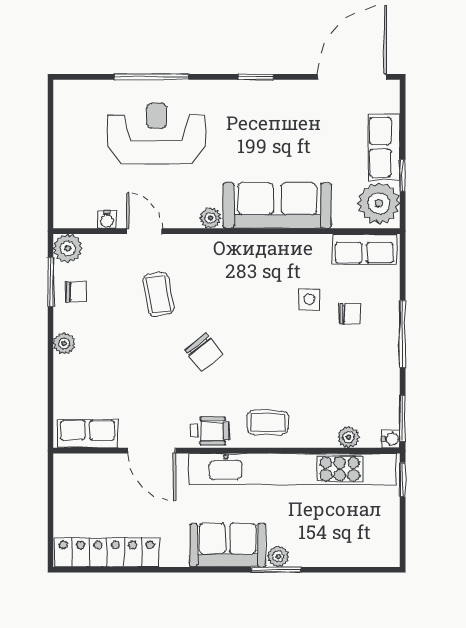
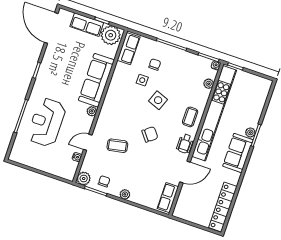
side table: (280, 345) -> (158, 100), added
wheelchair: (210, 431) -> (185, 144), turned 180

